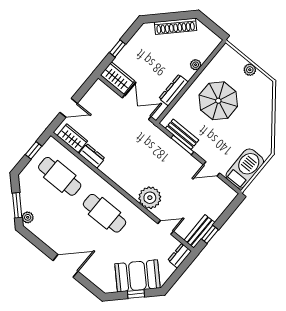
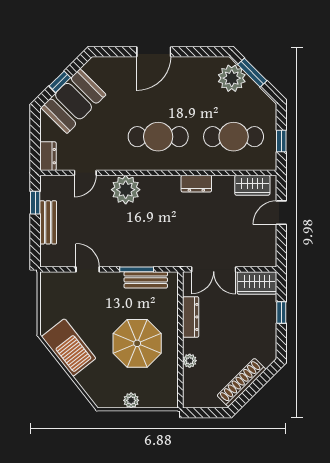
dresser: (92, 156) -> (196, 184), moved
door: (211, 169) -> (88, 269), hinge flipped
barbecue: (245, 169) -> (69, 347), moved, turned -38
plant: (28, 217) -> (232, 78), width x1.88, depth x1.88
bench: (199, 231) -> (48, 222), moved

